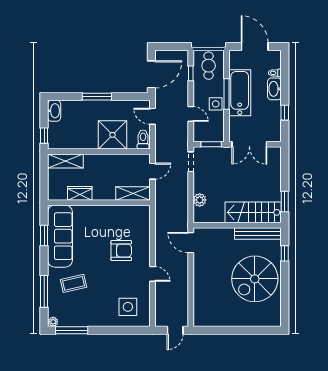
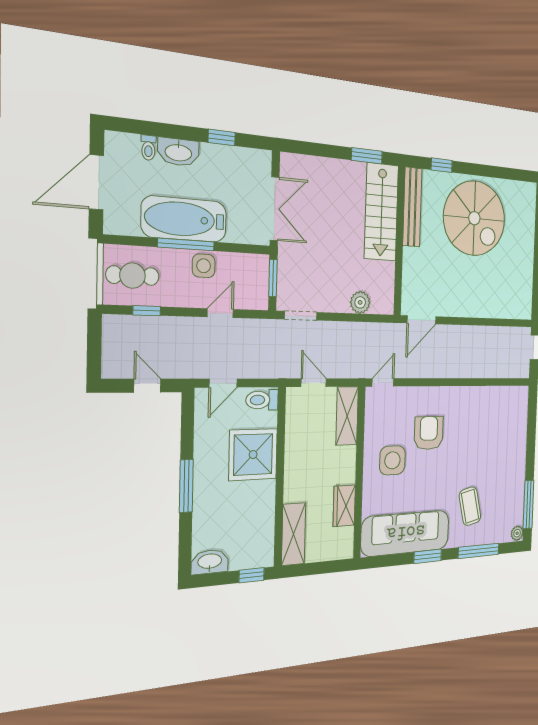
door: (151, 74) -> (147, 386), width x0.53
window: (44, 235) -> (428, 556), moved
door: (153, 274) -> (383, 382), moved
side table: (128, 307) -> (392, 460), moved

